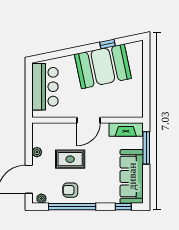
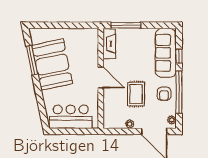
window: (108, 44) -> (32, 60), width x2.17
sofa: (132, 176) -> (166, 53), moved, turned 90
window: (123, 207) -> (179, 56), moved

